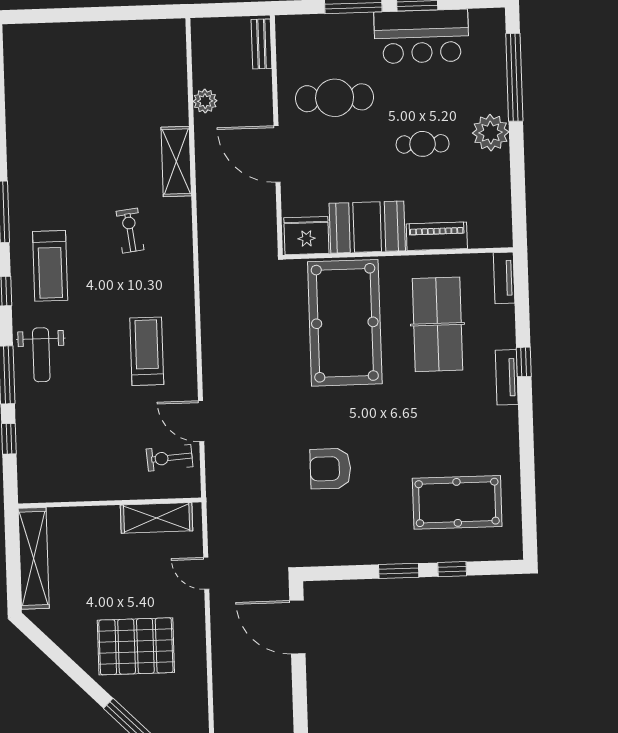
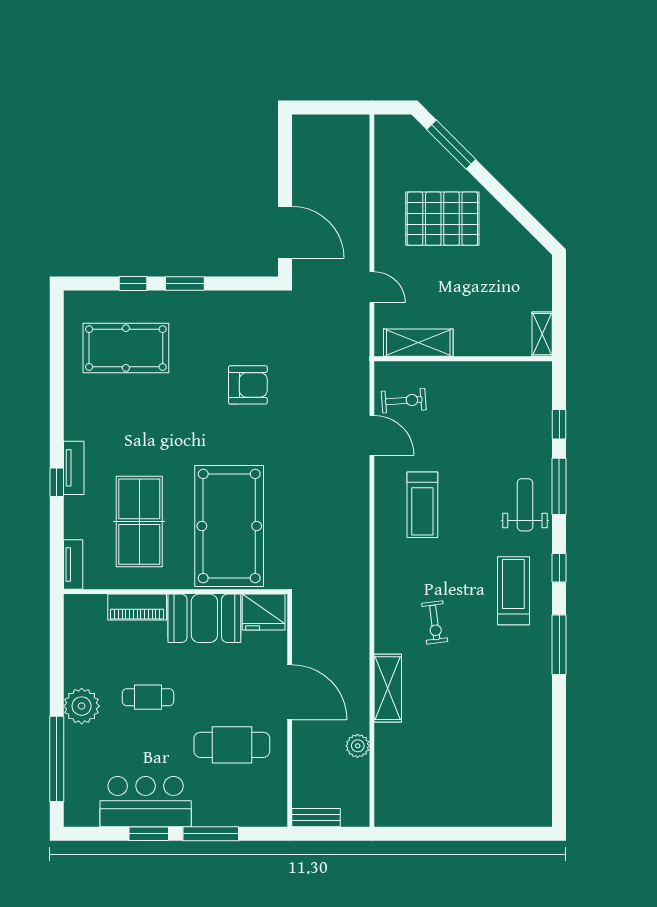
bench: (261, 44) -> (316, 818), moved, turned 90
shelving: (34, 558) -> (542, 334), width x0.45, depth x0.75

